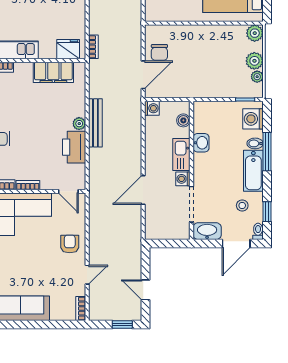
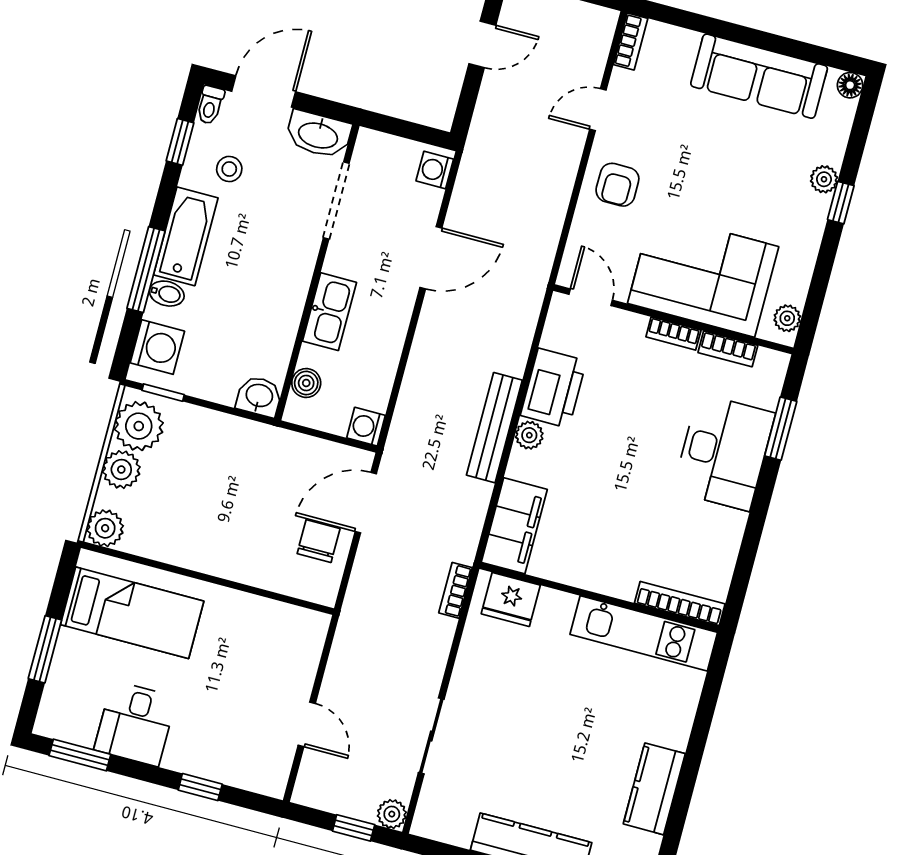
filing cabinet: (53, 72) -> (514, 526), moved, turned 90
plant: (257, 77) -> (139, 426), width x1.88, depth x1.88
washbasin: (201, 143) -> (259, 396), moved, turned 90
washing machine: (183, 179) -> (435, 170), moved, turned 180
door: (146, 290) -> (482, 44), hinge flipped

